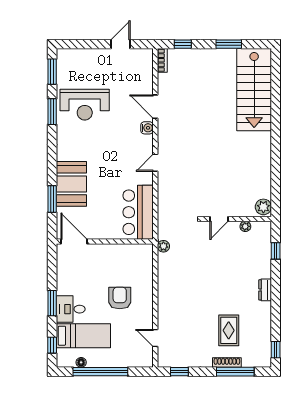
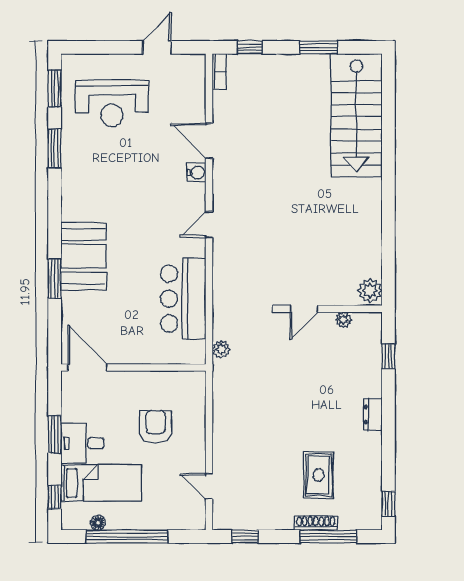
reception desk: (85, 105) -> (112, 103), moved
door: (74, 242) -> (87, 368), moved
wall: (105, 242) -> (133, 368), moved

